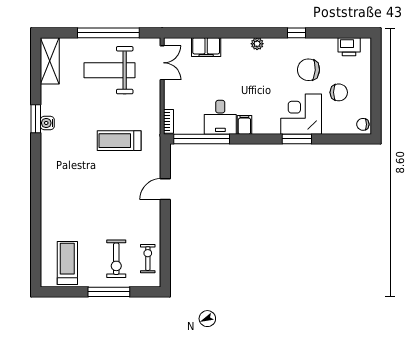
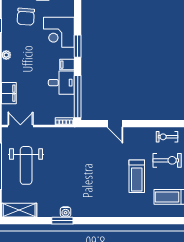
corner desk: (301, 114) -> (59, 32), moved
window: (297, 139) -> (78, 46), moved
treadmill: (119, 141) -> (137, 176), moved

